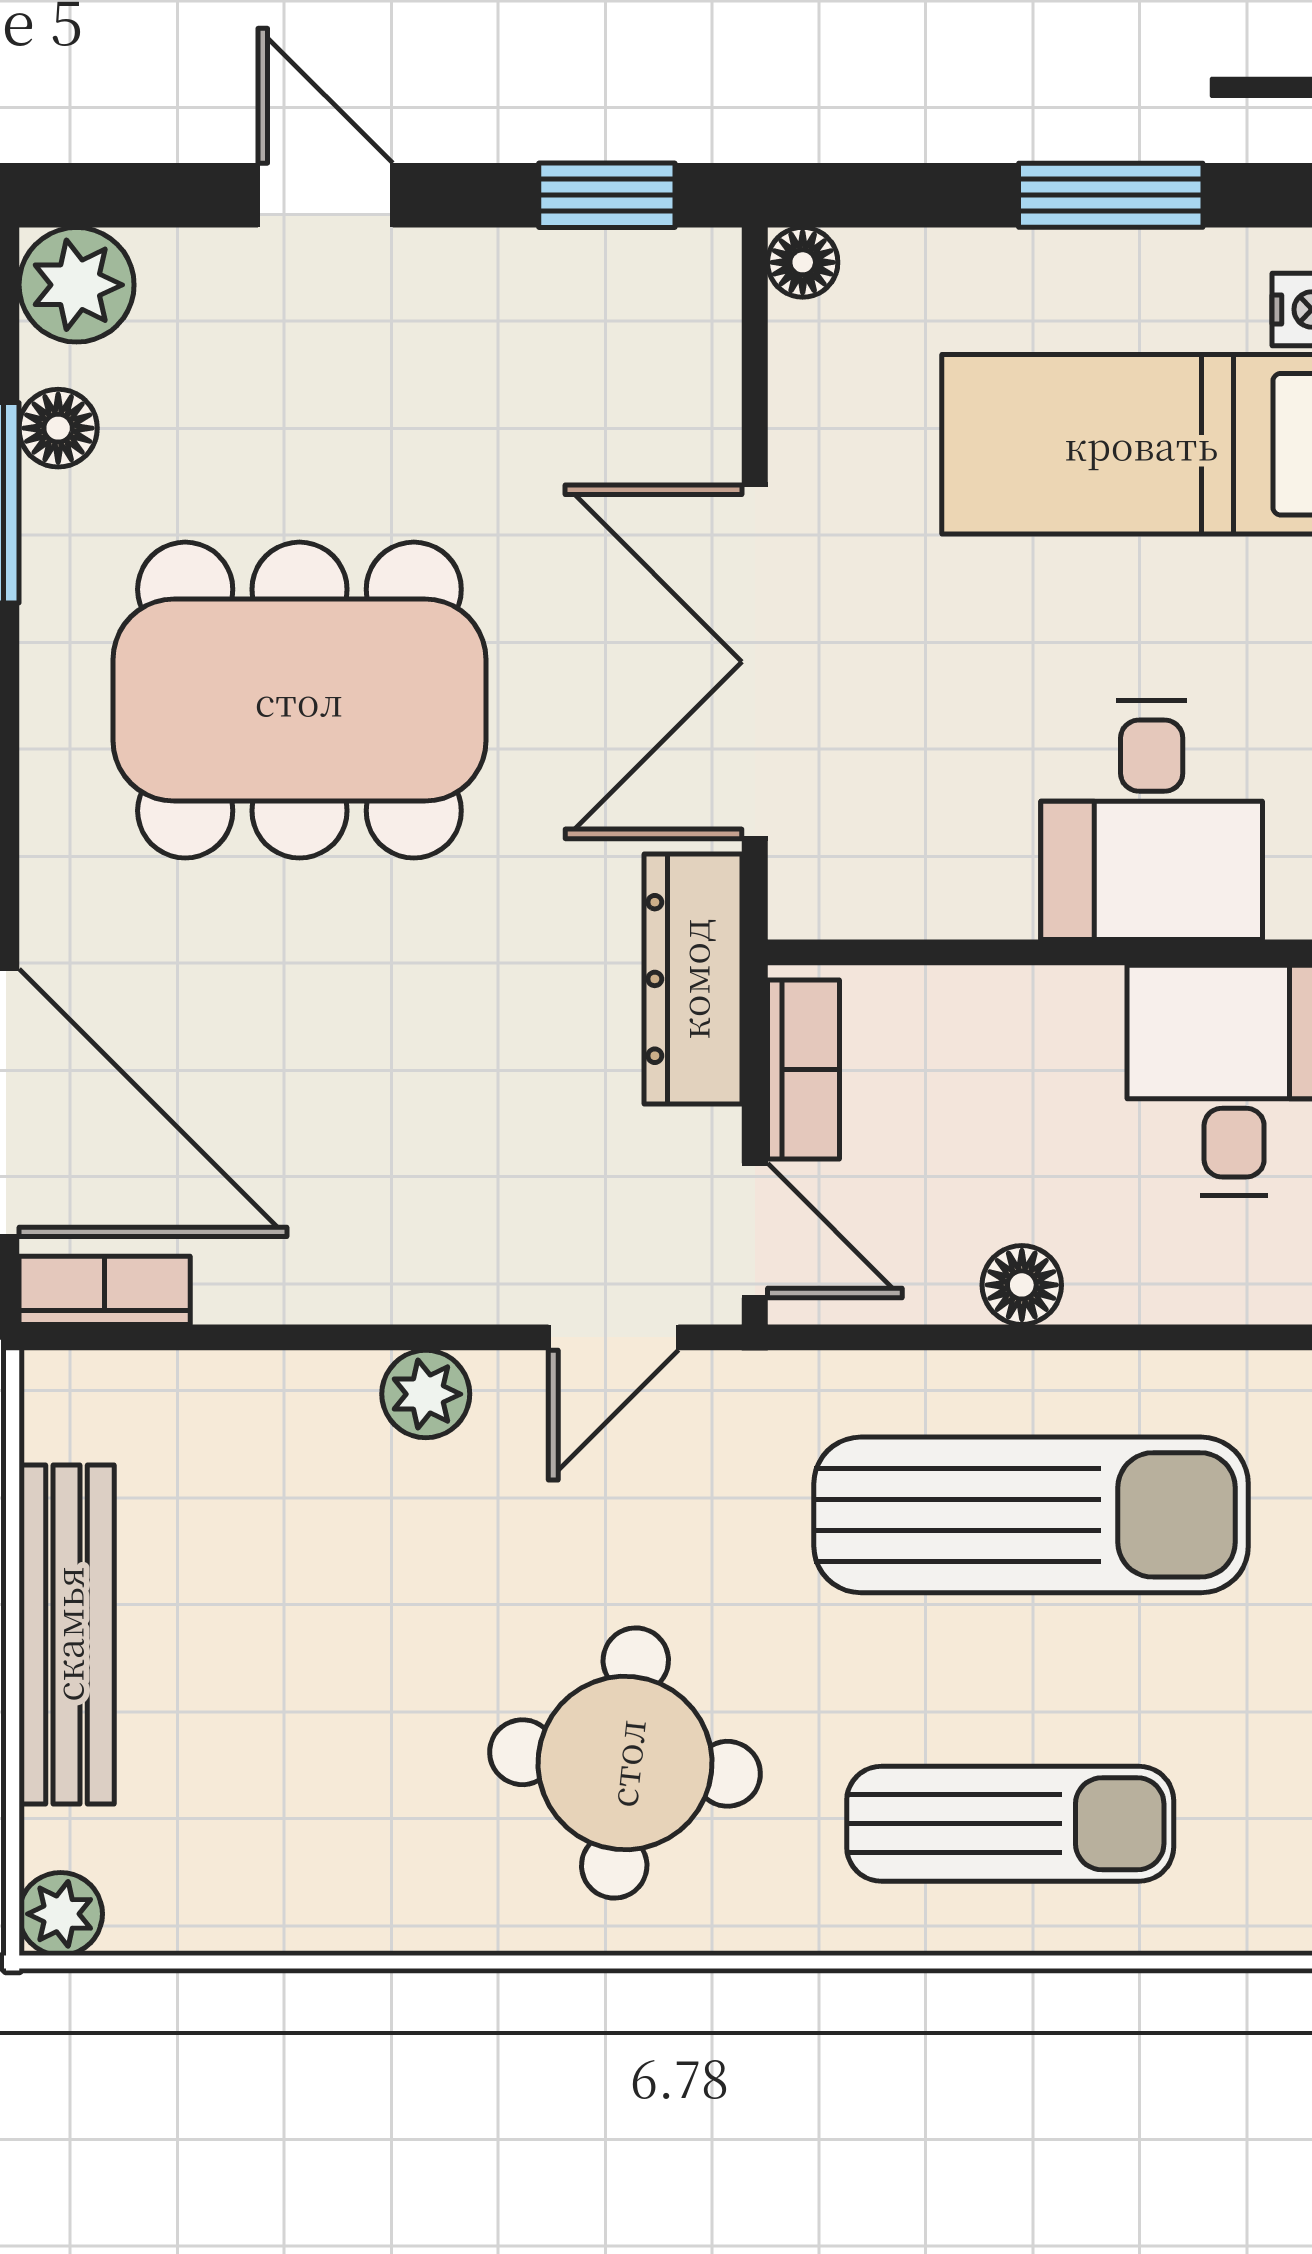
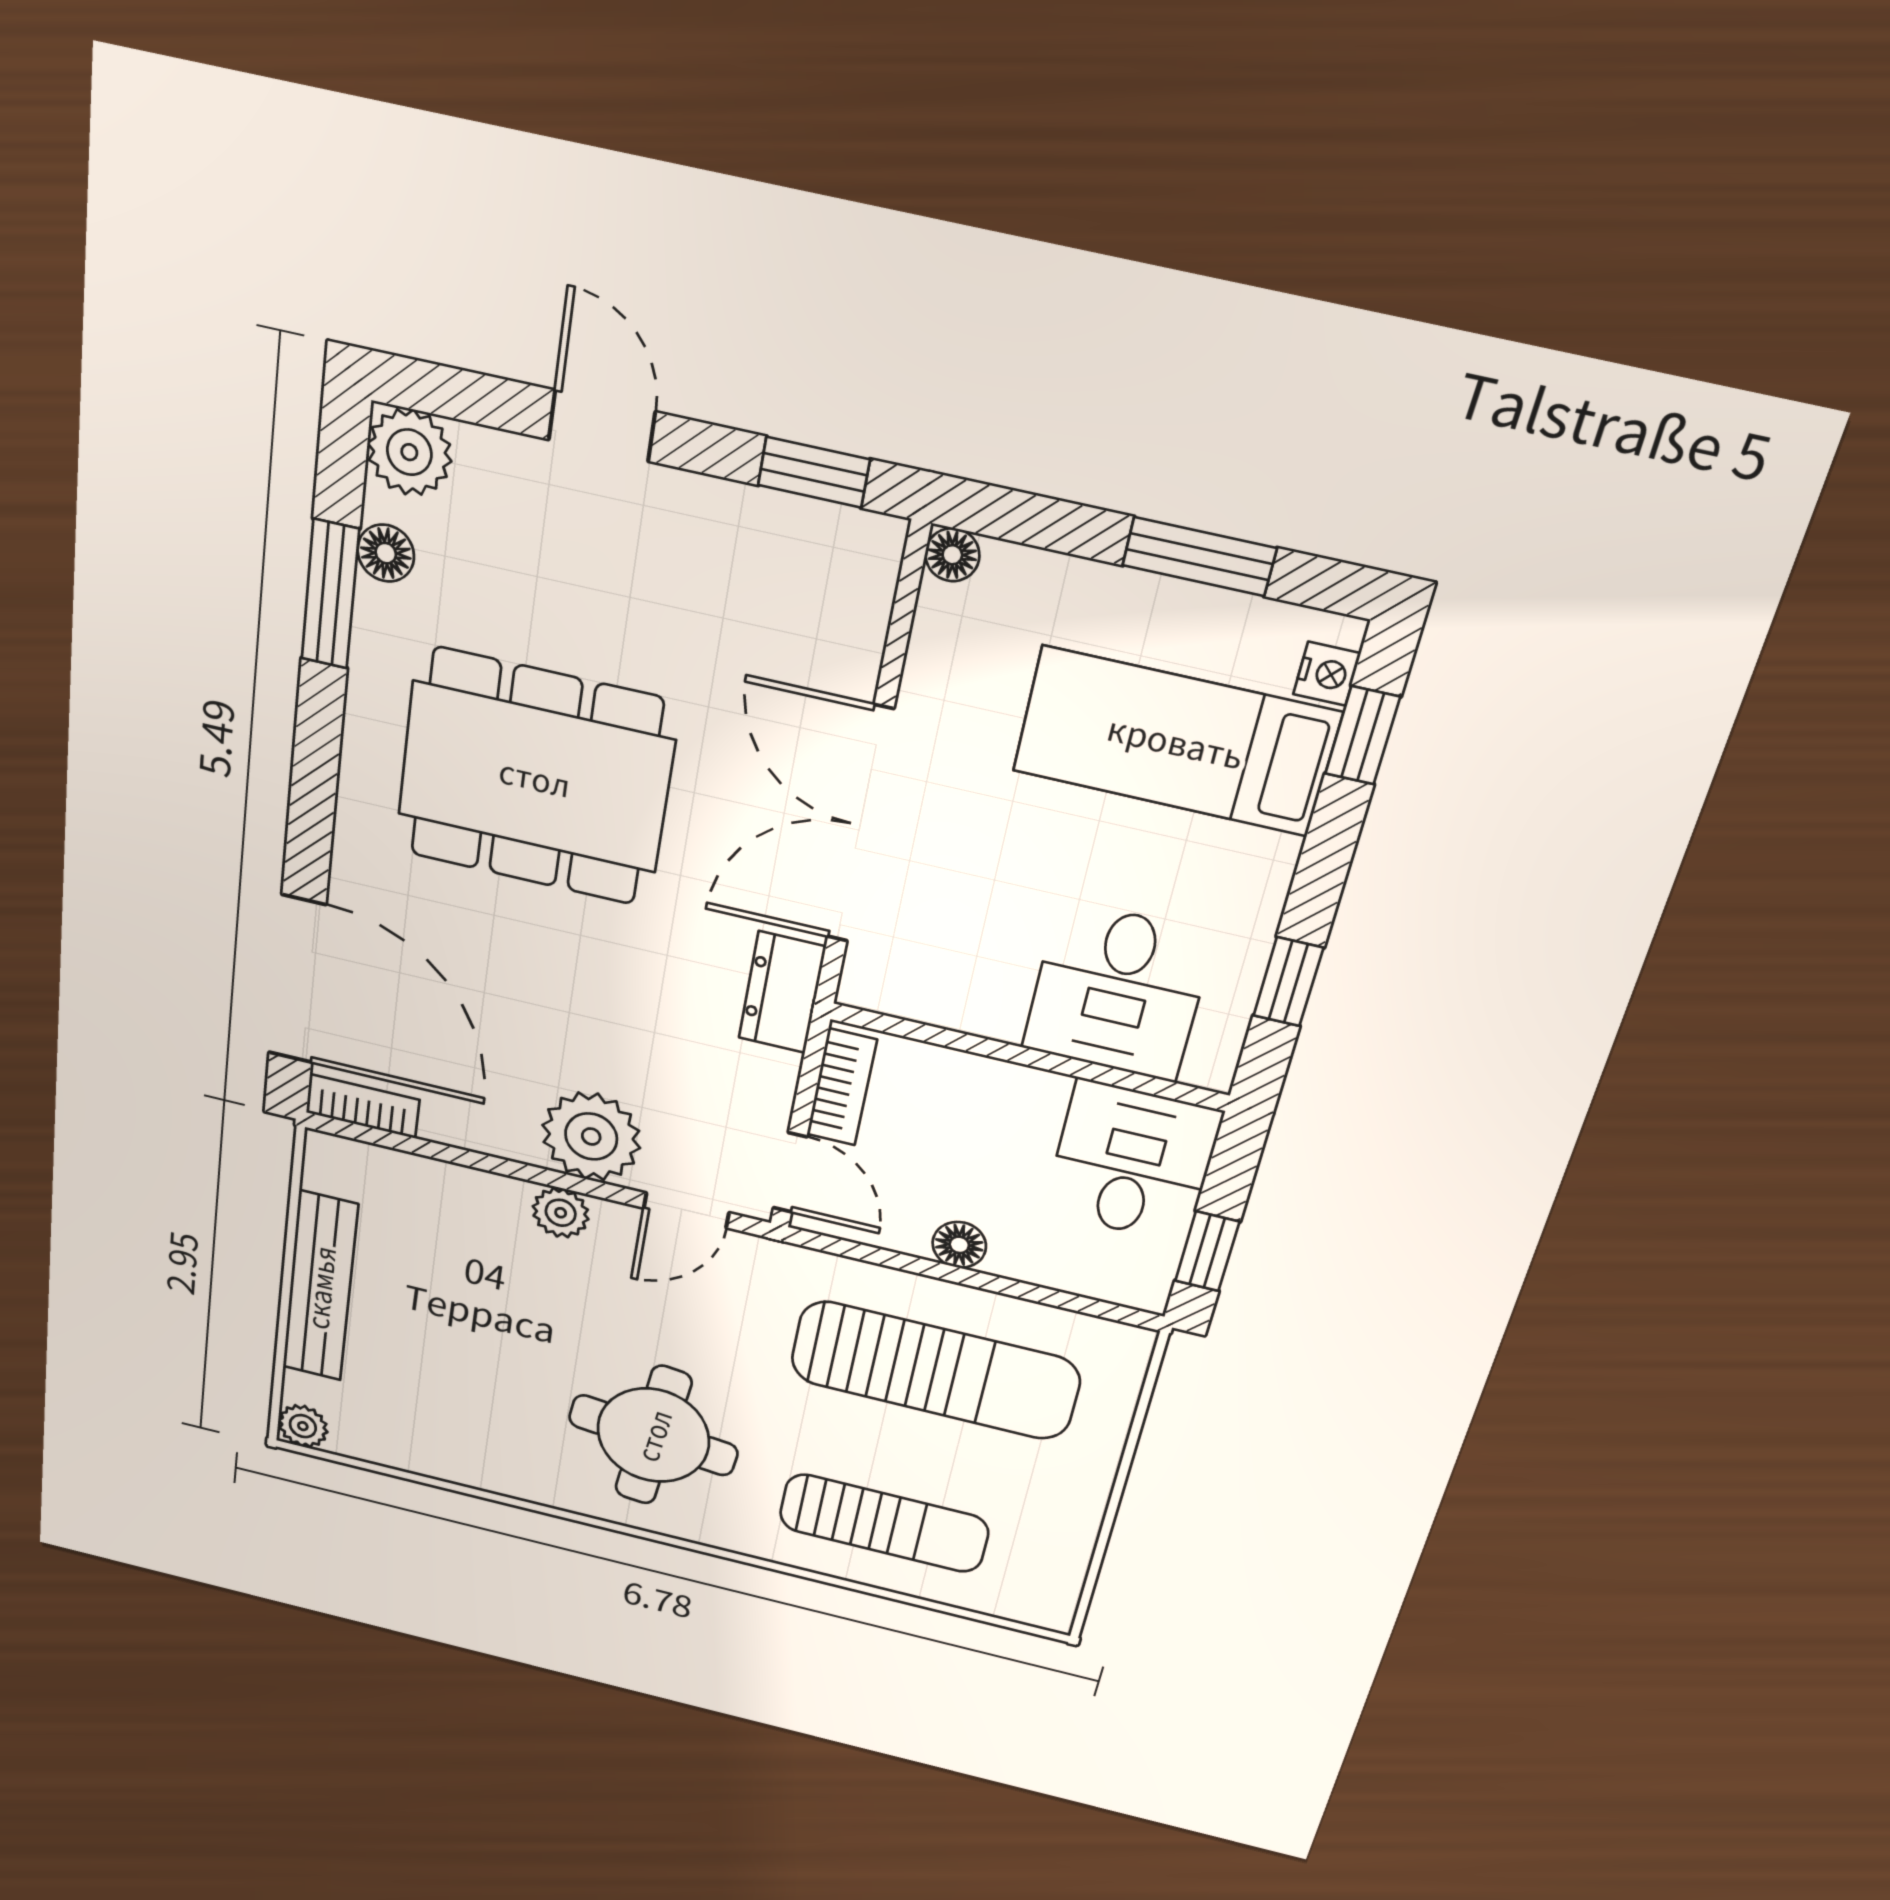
dresser: (693, 979) -> (782, 992), width x0.70
plant: (454, 1249) -> (591, 1136), added

